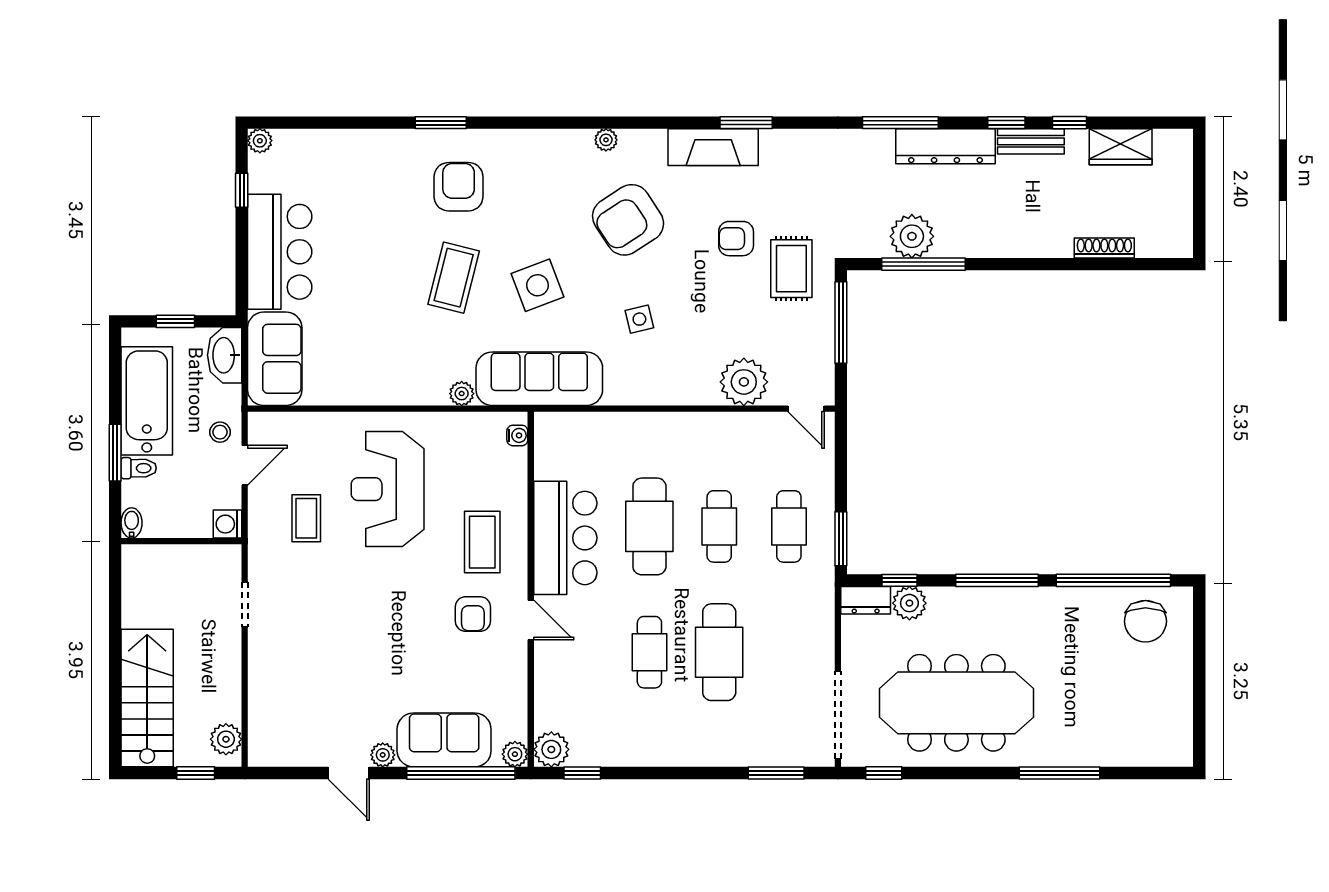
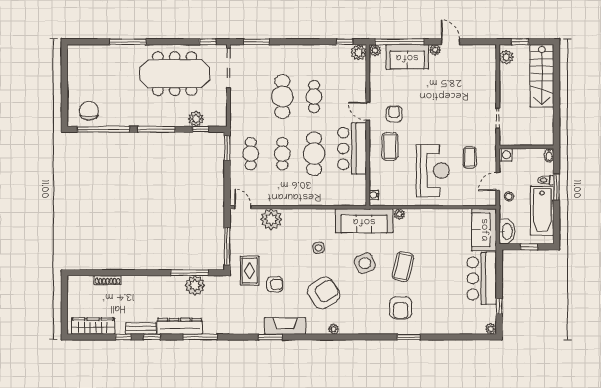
wardrobe: (1121, 147) -> (93, 326), width x1.50
dresser: (866, 600) -> (216, 120), removed

